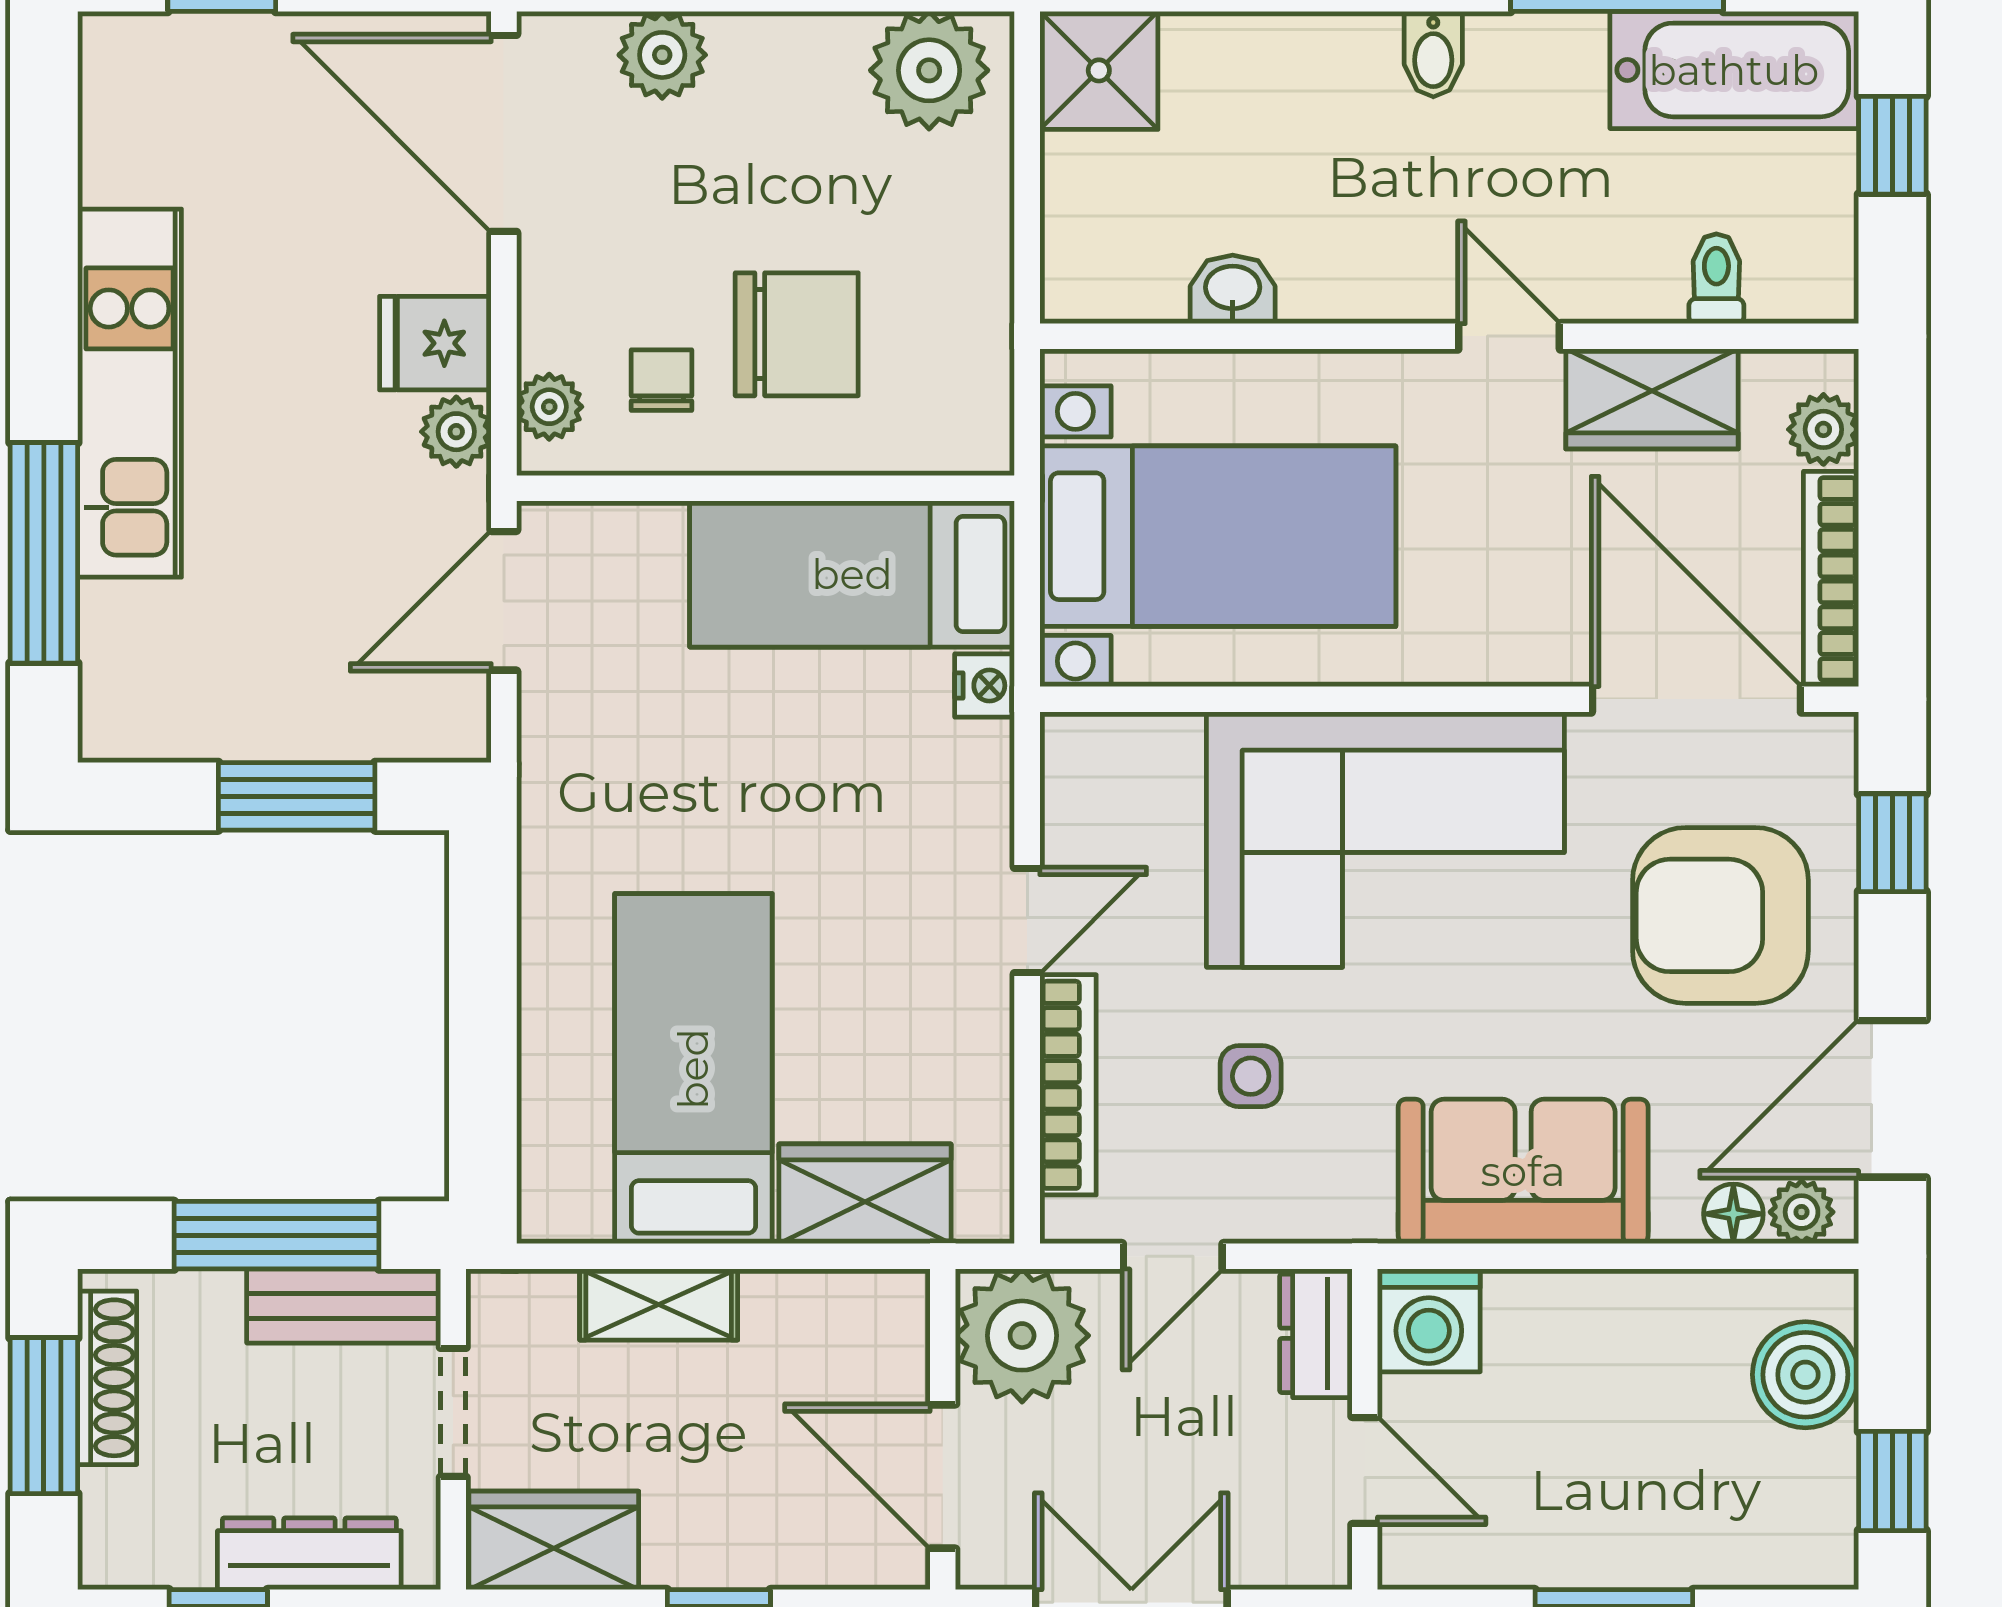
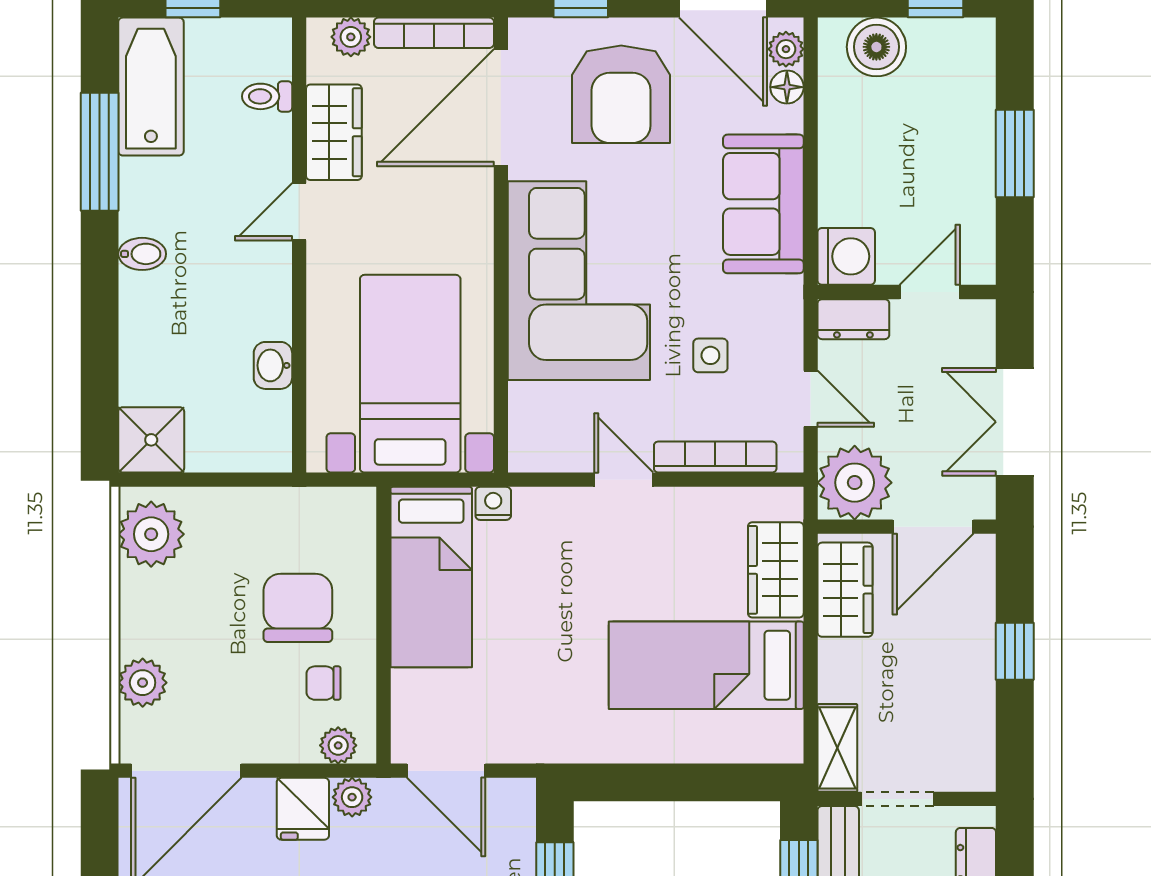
shelving: (659, 1305) -> (837, 748), moved
wardrobe: (554, 1540) -> (845, 590), moved, turned 180

